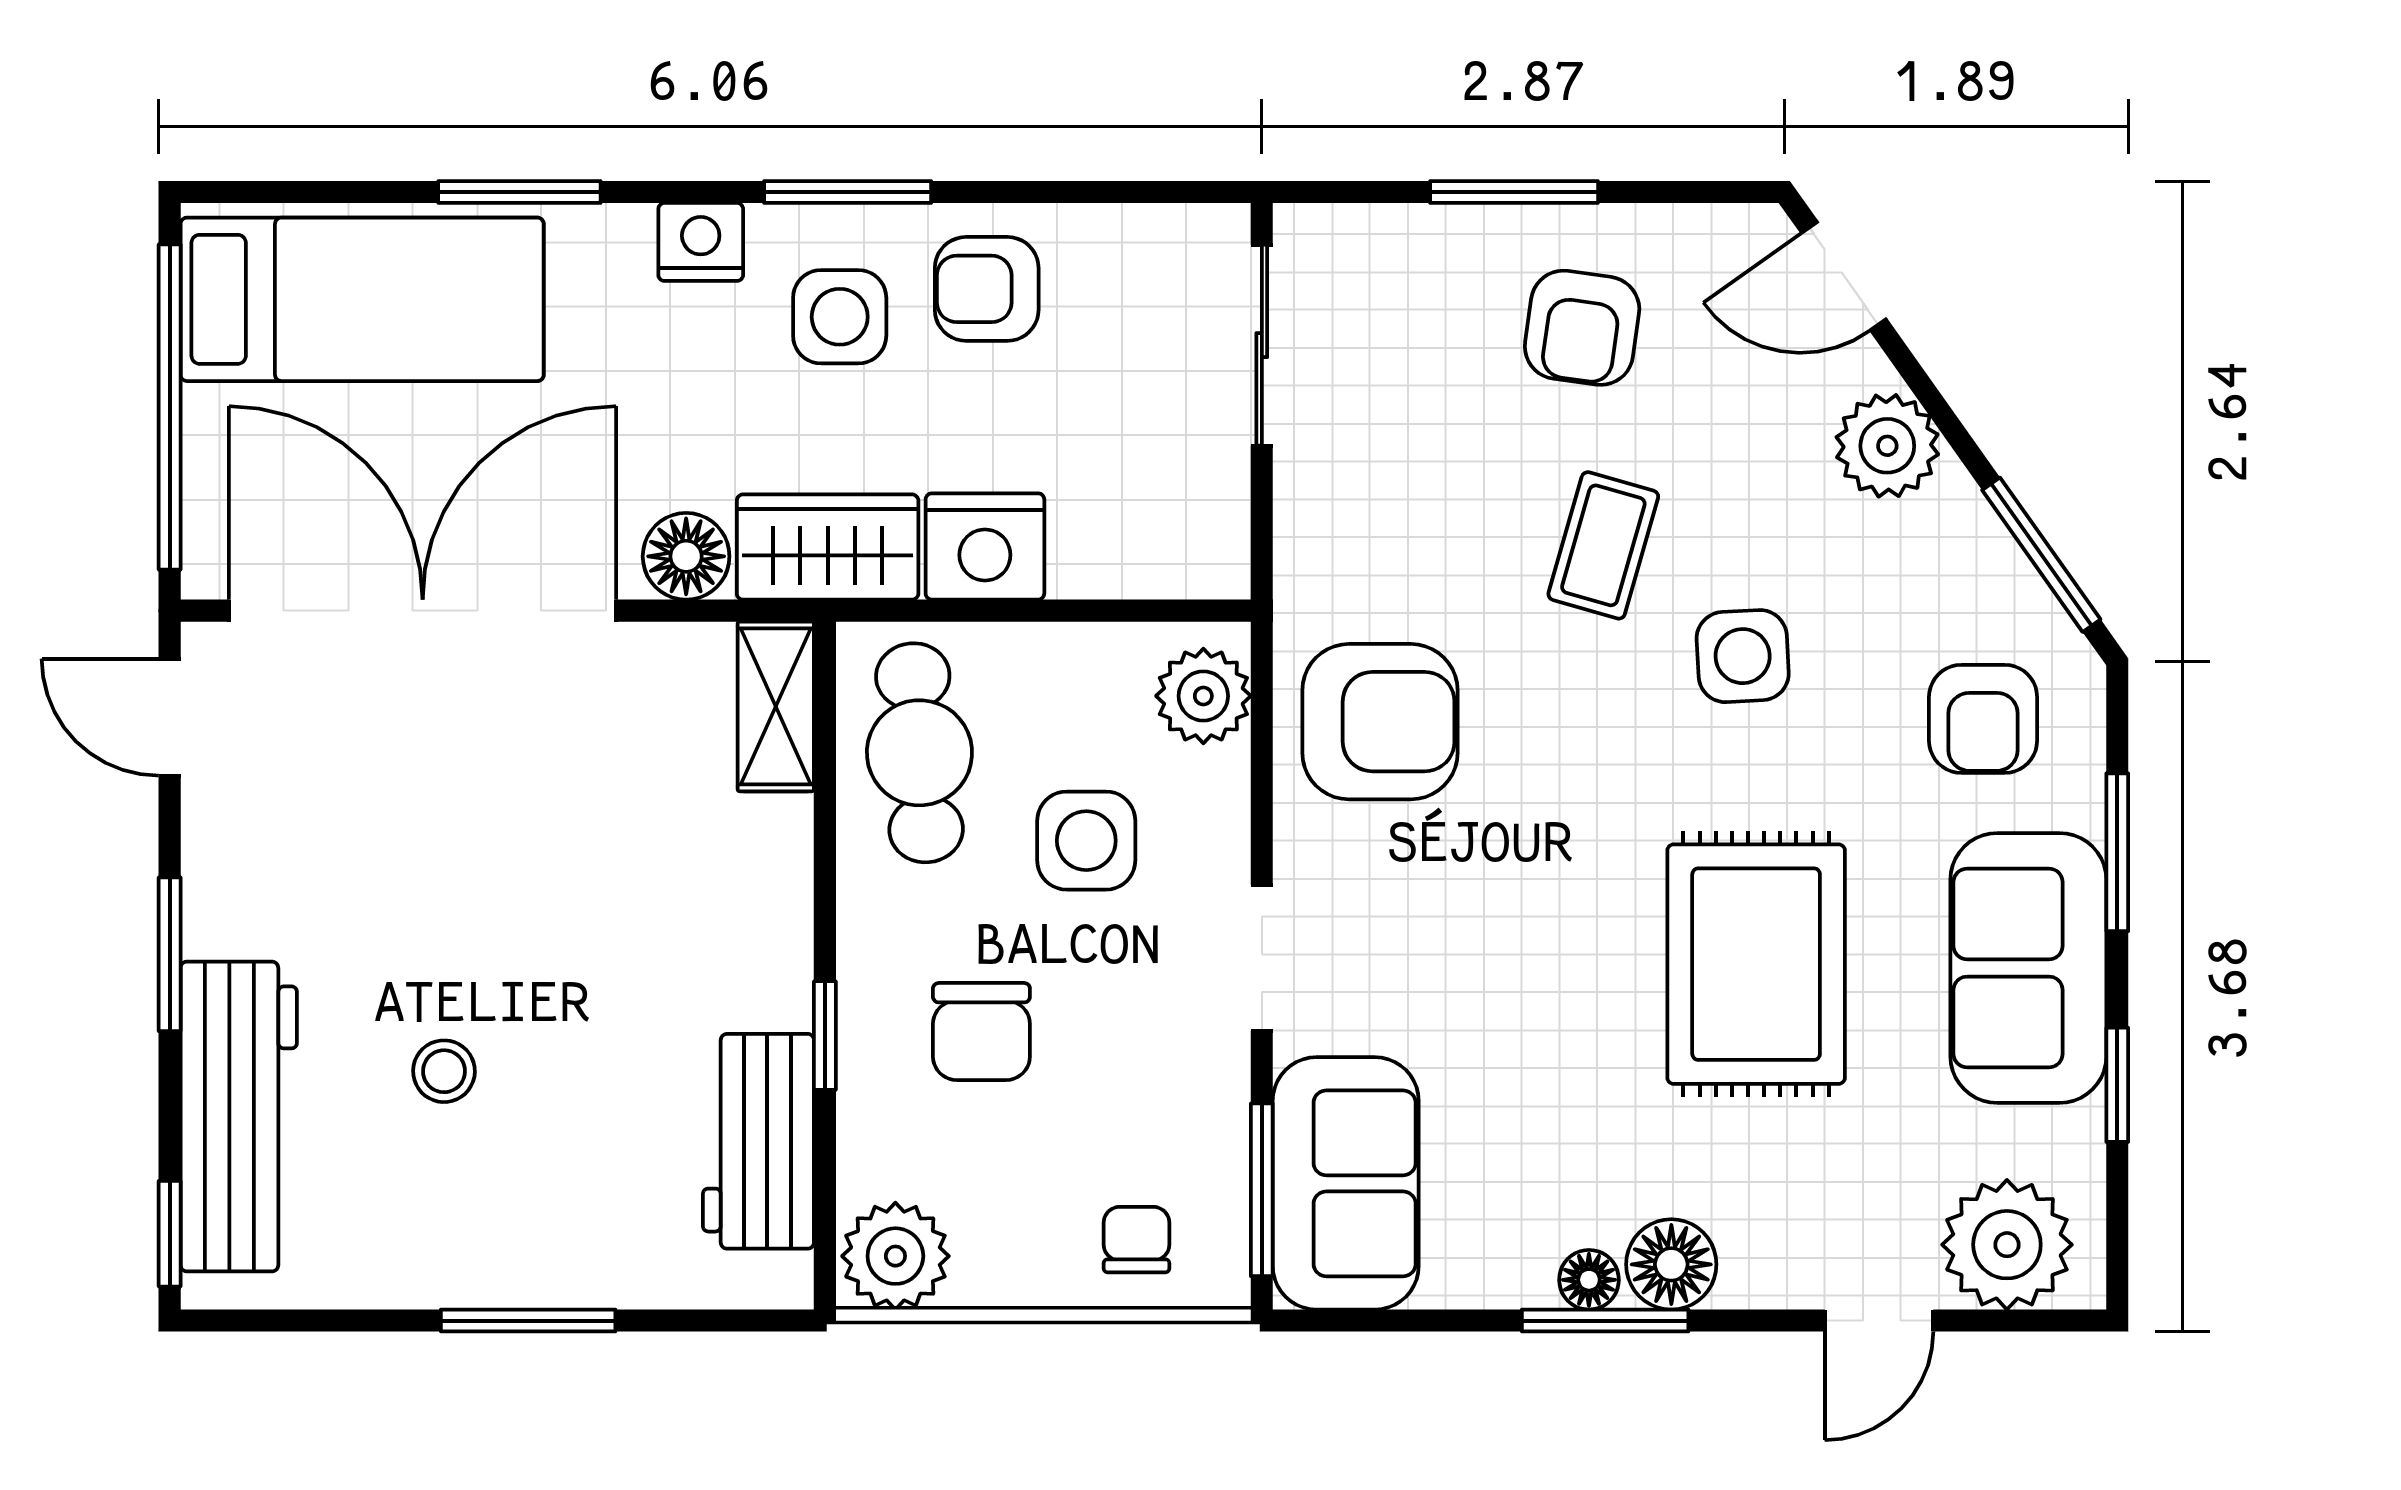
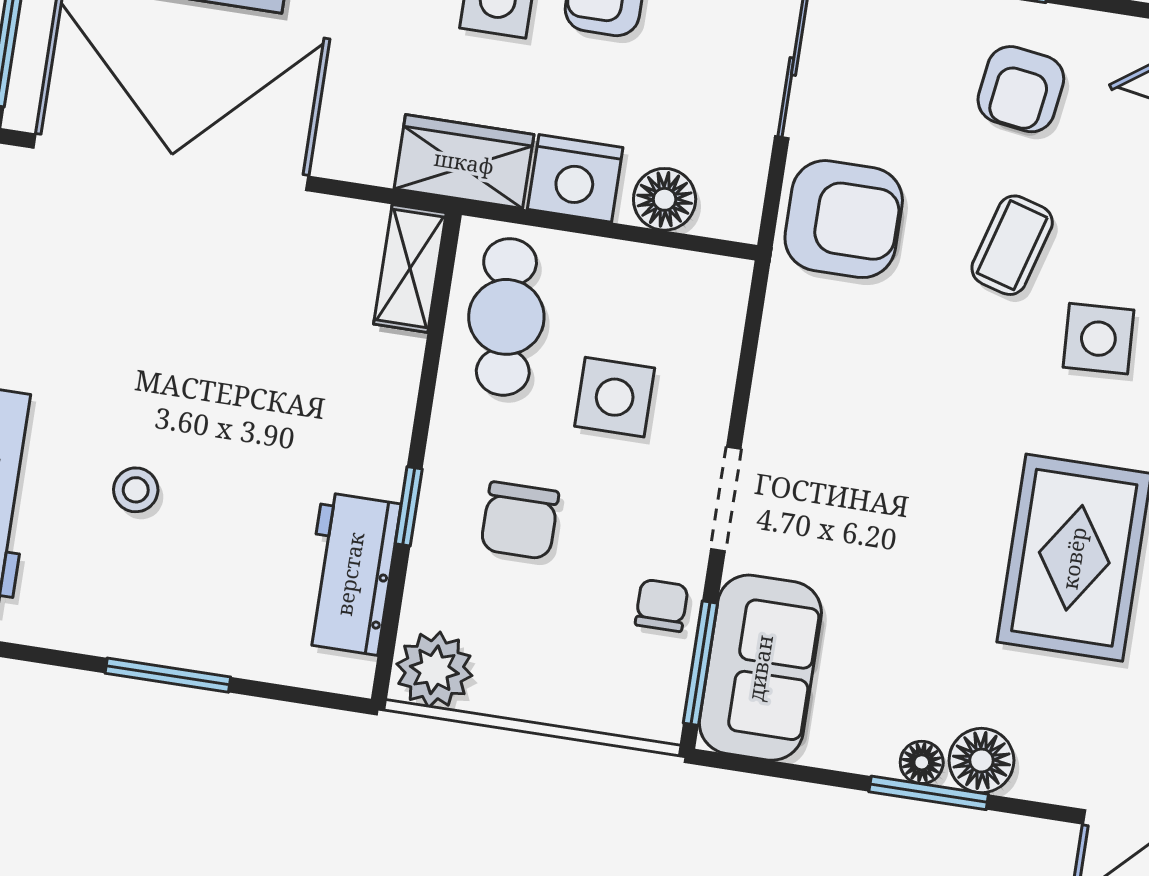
floor lamp: (686, 556) -> (665, 199), moved
plant: (1203, 696) -> (713, 308), removed
armchair: (1380, 722) -> (844, 219), moved
chair: (1136, 1240) -> (662, 605), moved

